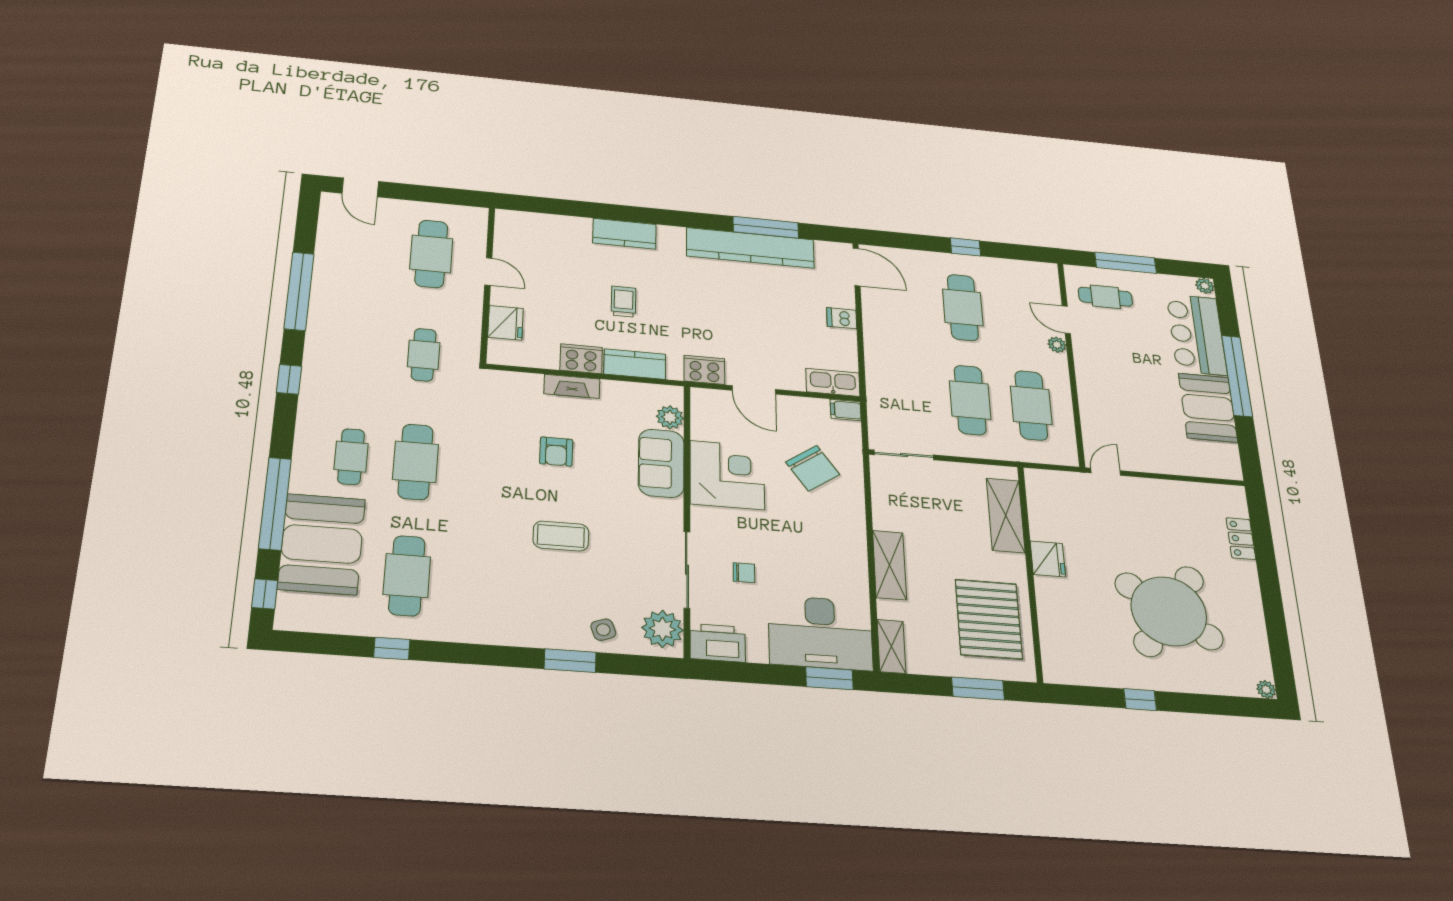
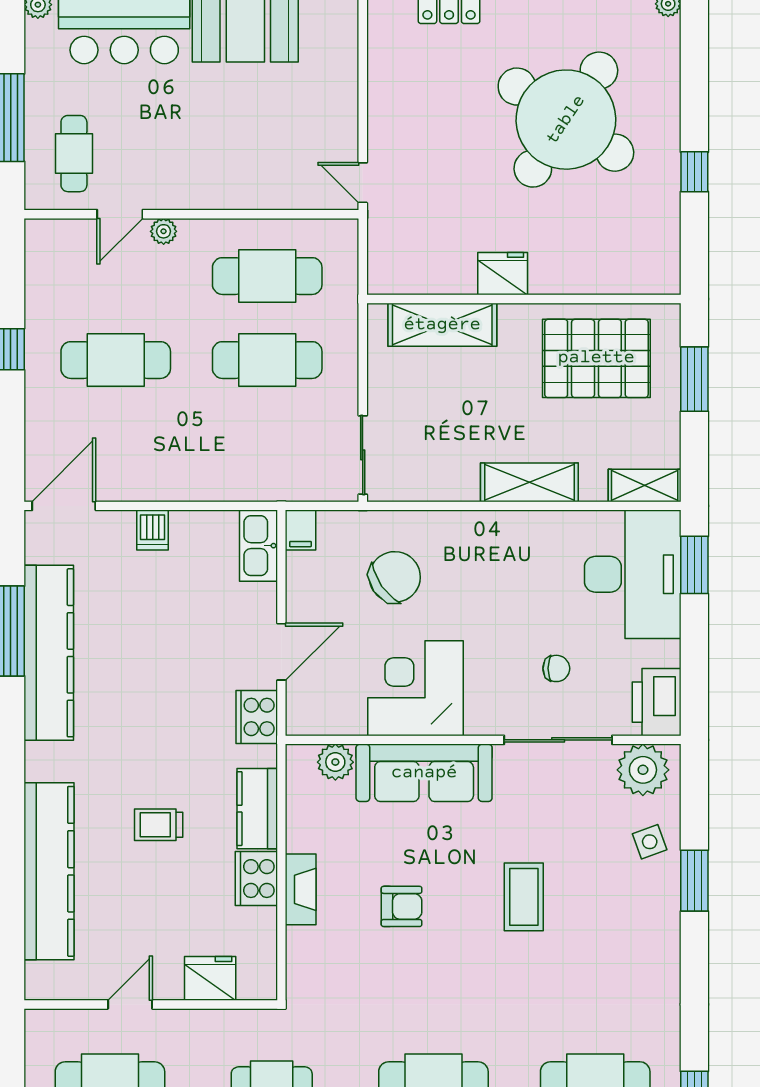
kitchen counter: (624, 234) -> (49, 871), width x2.08, depth x1.17
sofa: (661, 463) -> (424, 773), width x1.36
chair: (744, 573) -> (556, 668), turned 90

